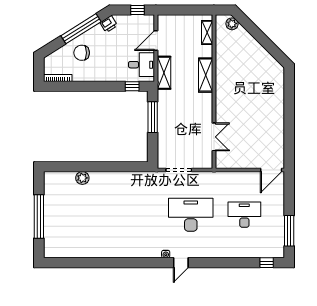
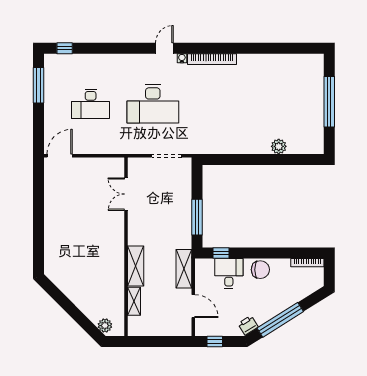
shelving: (207, 33) -> (134, 301), moved
door: (156, 41) -> (193, 306), hinge flipped
chair: (82, 53) -> (260, 270), moved
desk: (142, 65) -> (229, 273), moved, turned 90
bookcase: (140, 253) -> (212, 59), added

